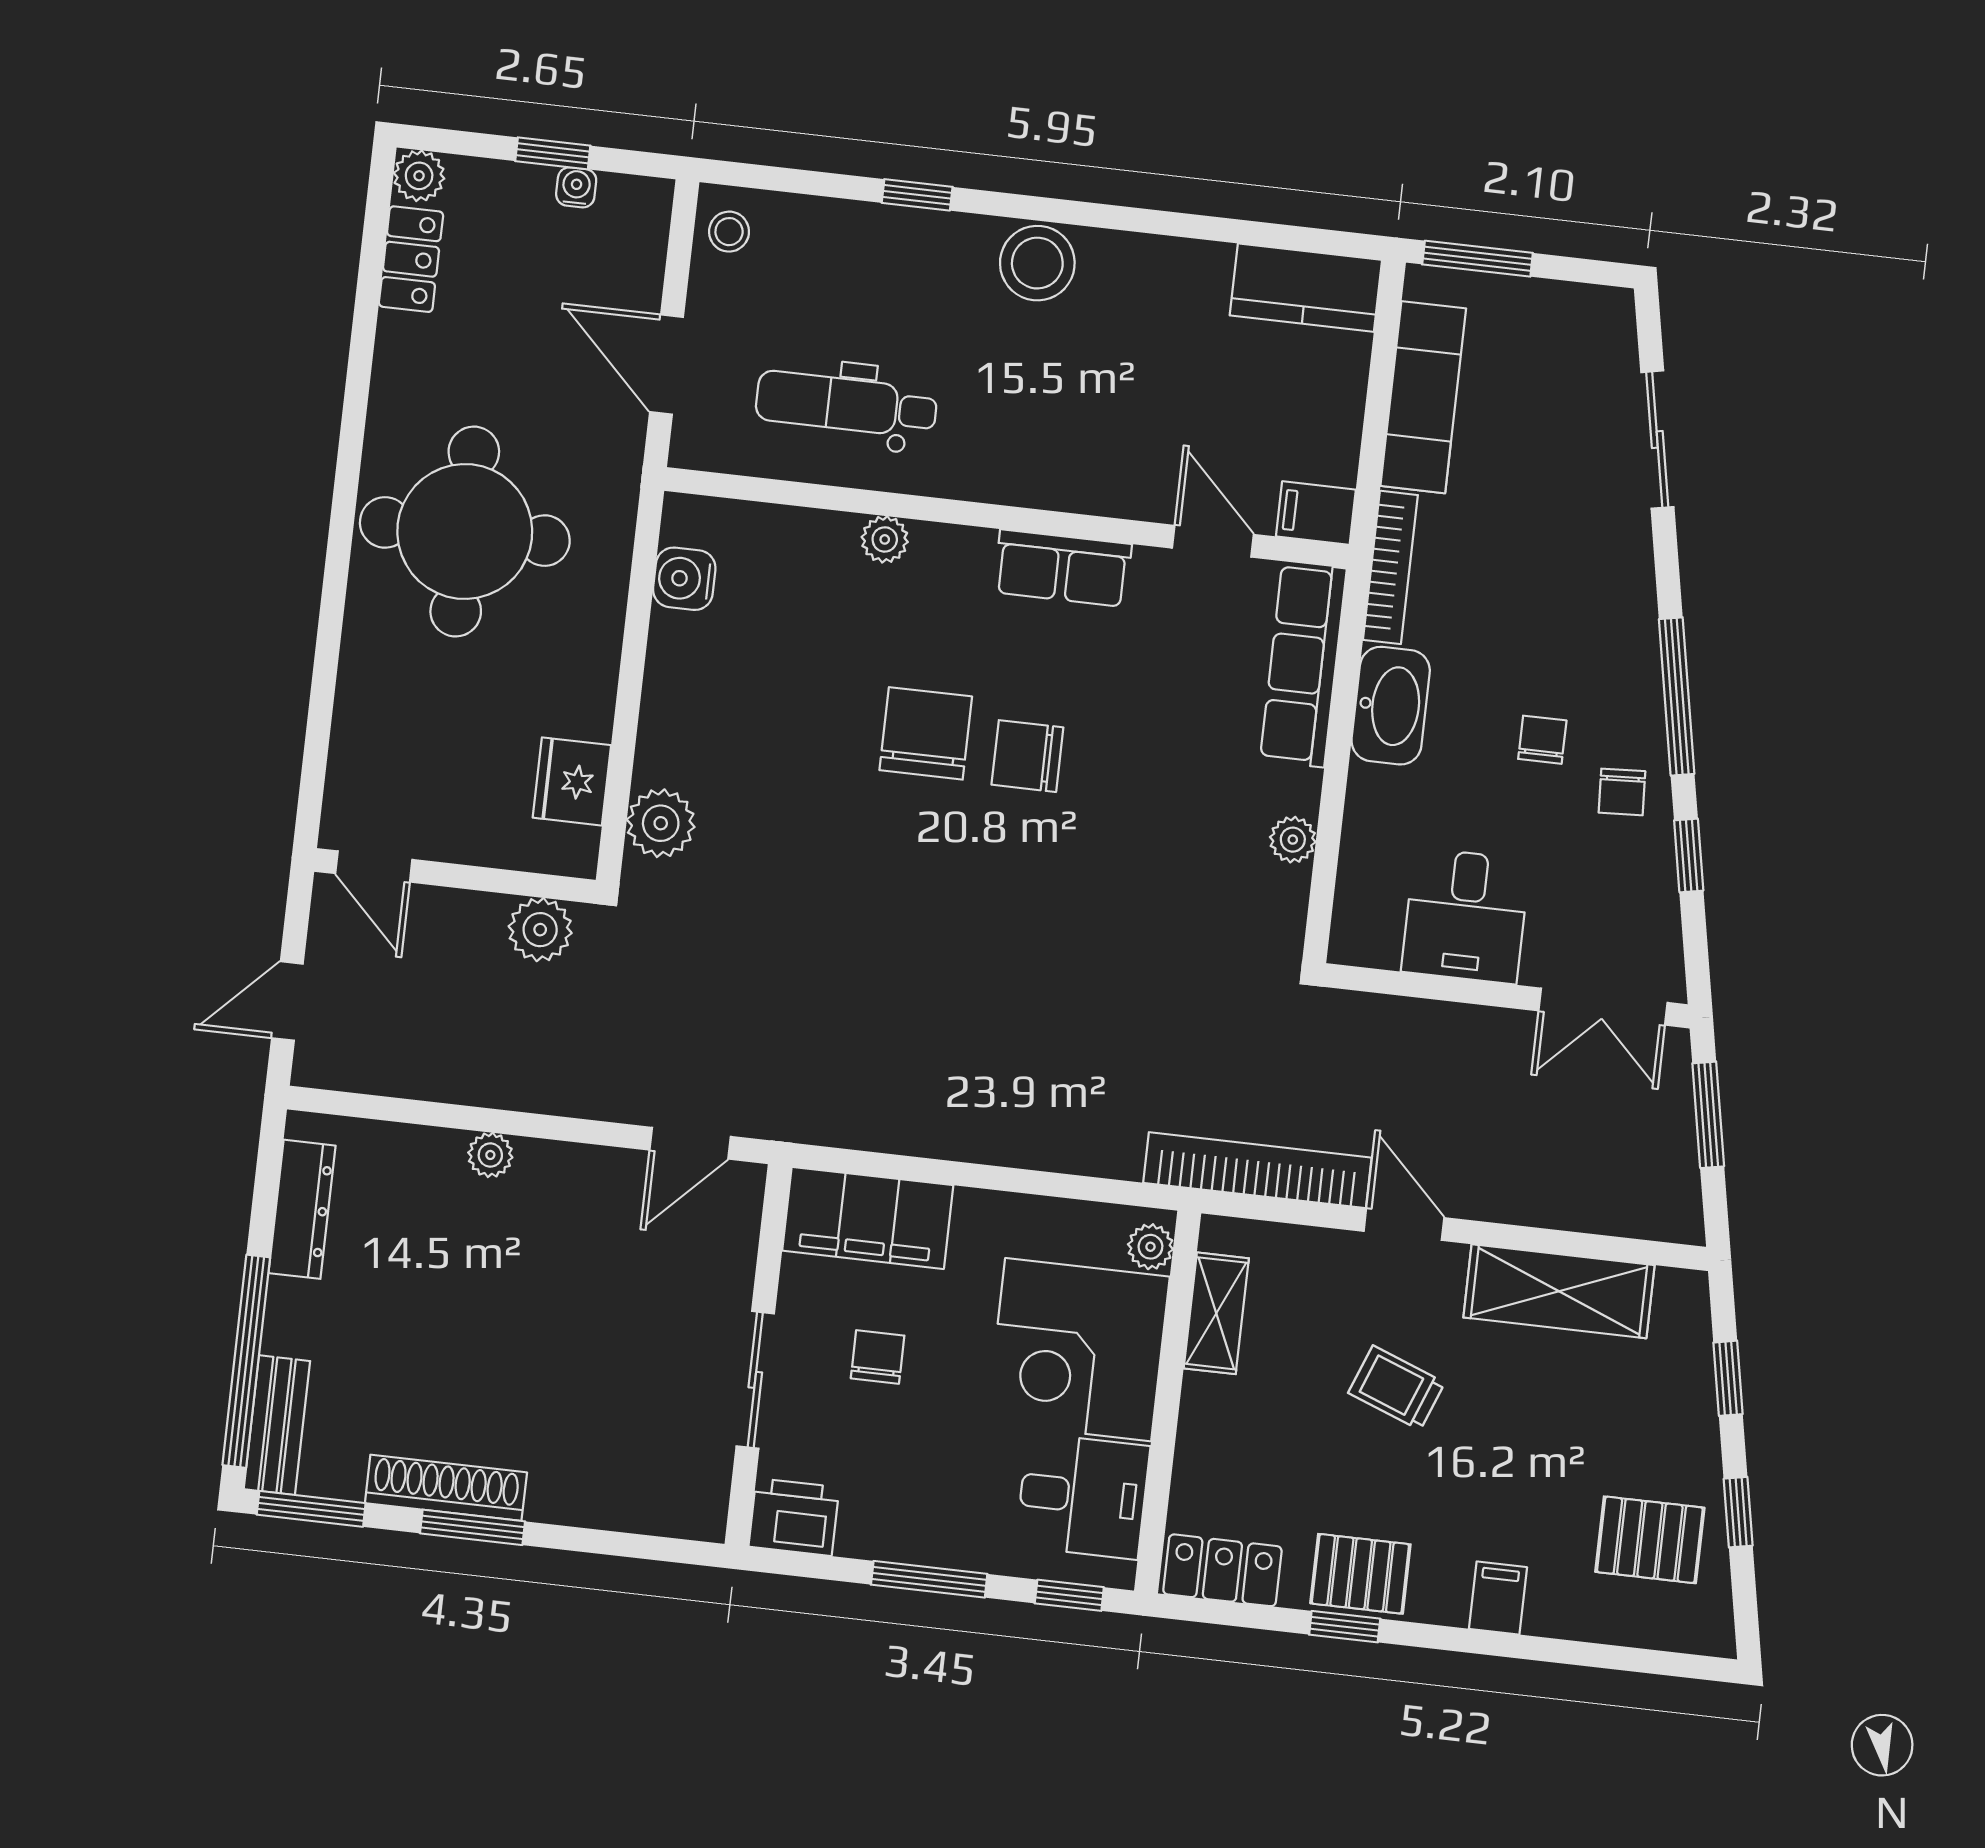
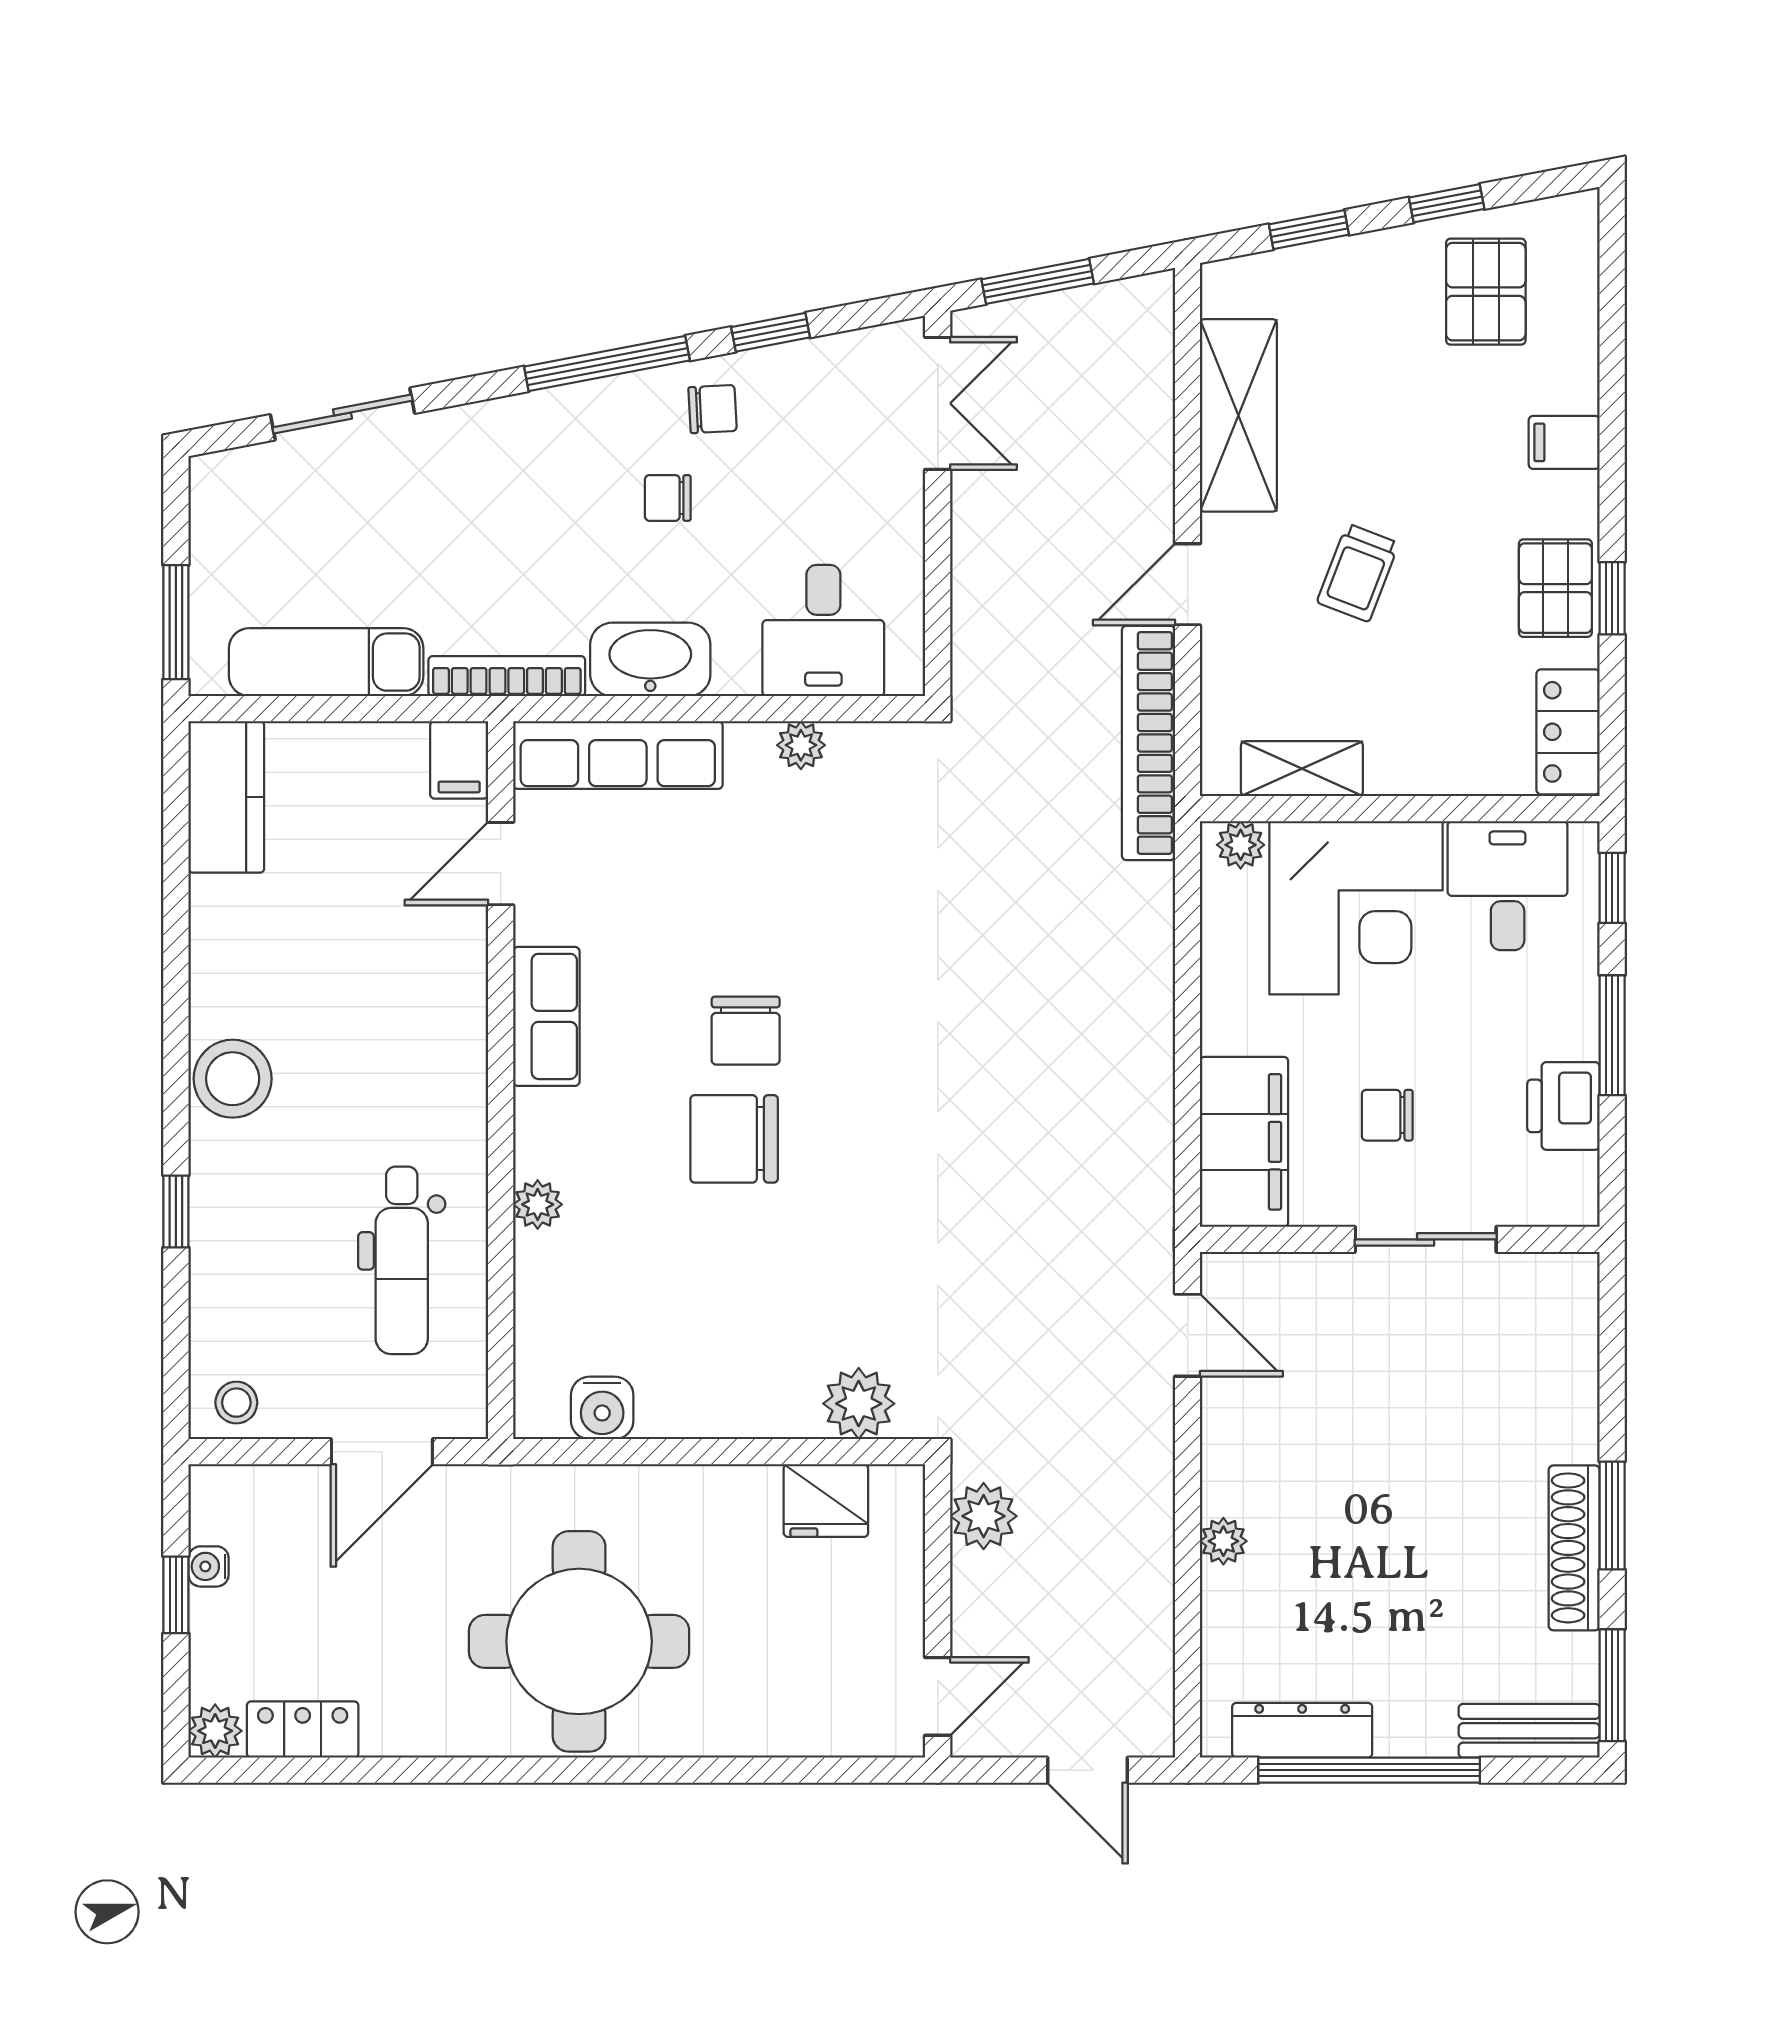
desk: (1466, 916) -> (823, 631), moved, turned 90
window: (246, 1361) -> (1369, 1770), moved
printer: (794, 1517) -> (1563, 1106), moved

